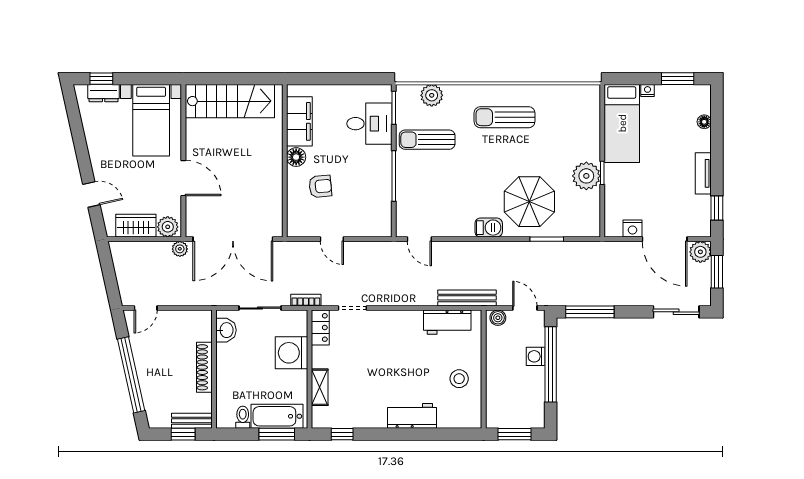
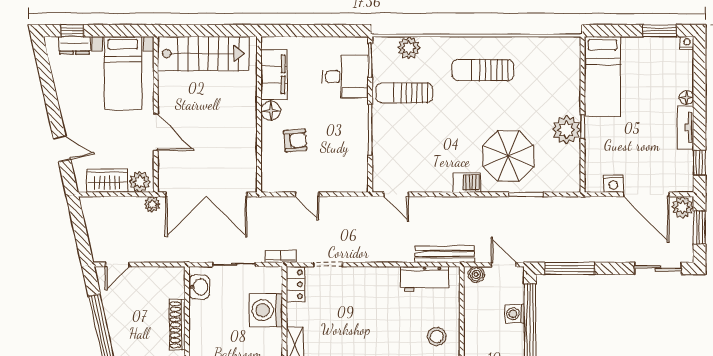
nightstand: (648, 90) -> (687, 43), moved
floor lamp: (704, 122) -> (686, 97), moved

